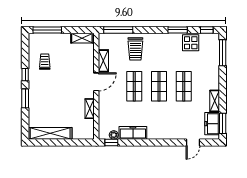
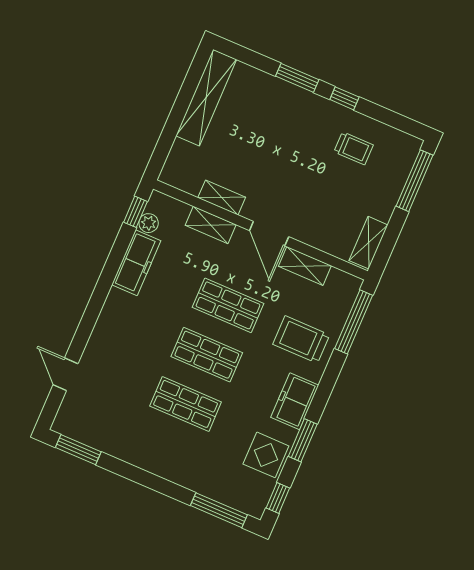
shelving: (215, 101) -> (211, 225), moved
freezer: (212, 124) -> (295, 401), moved, turned -90

